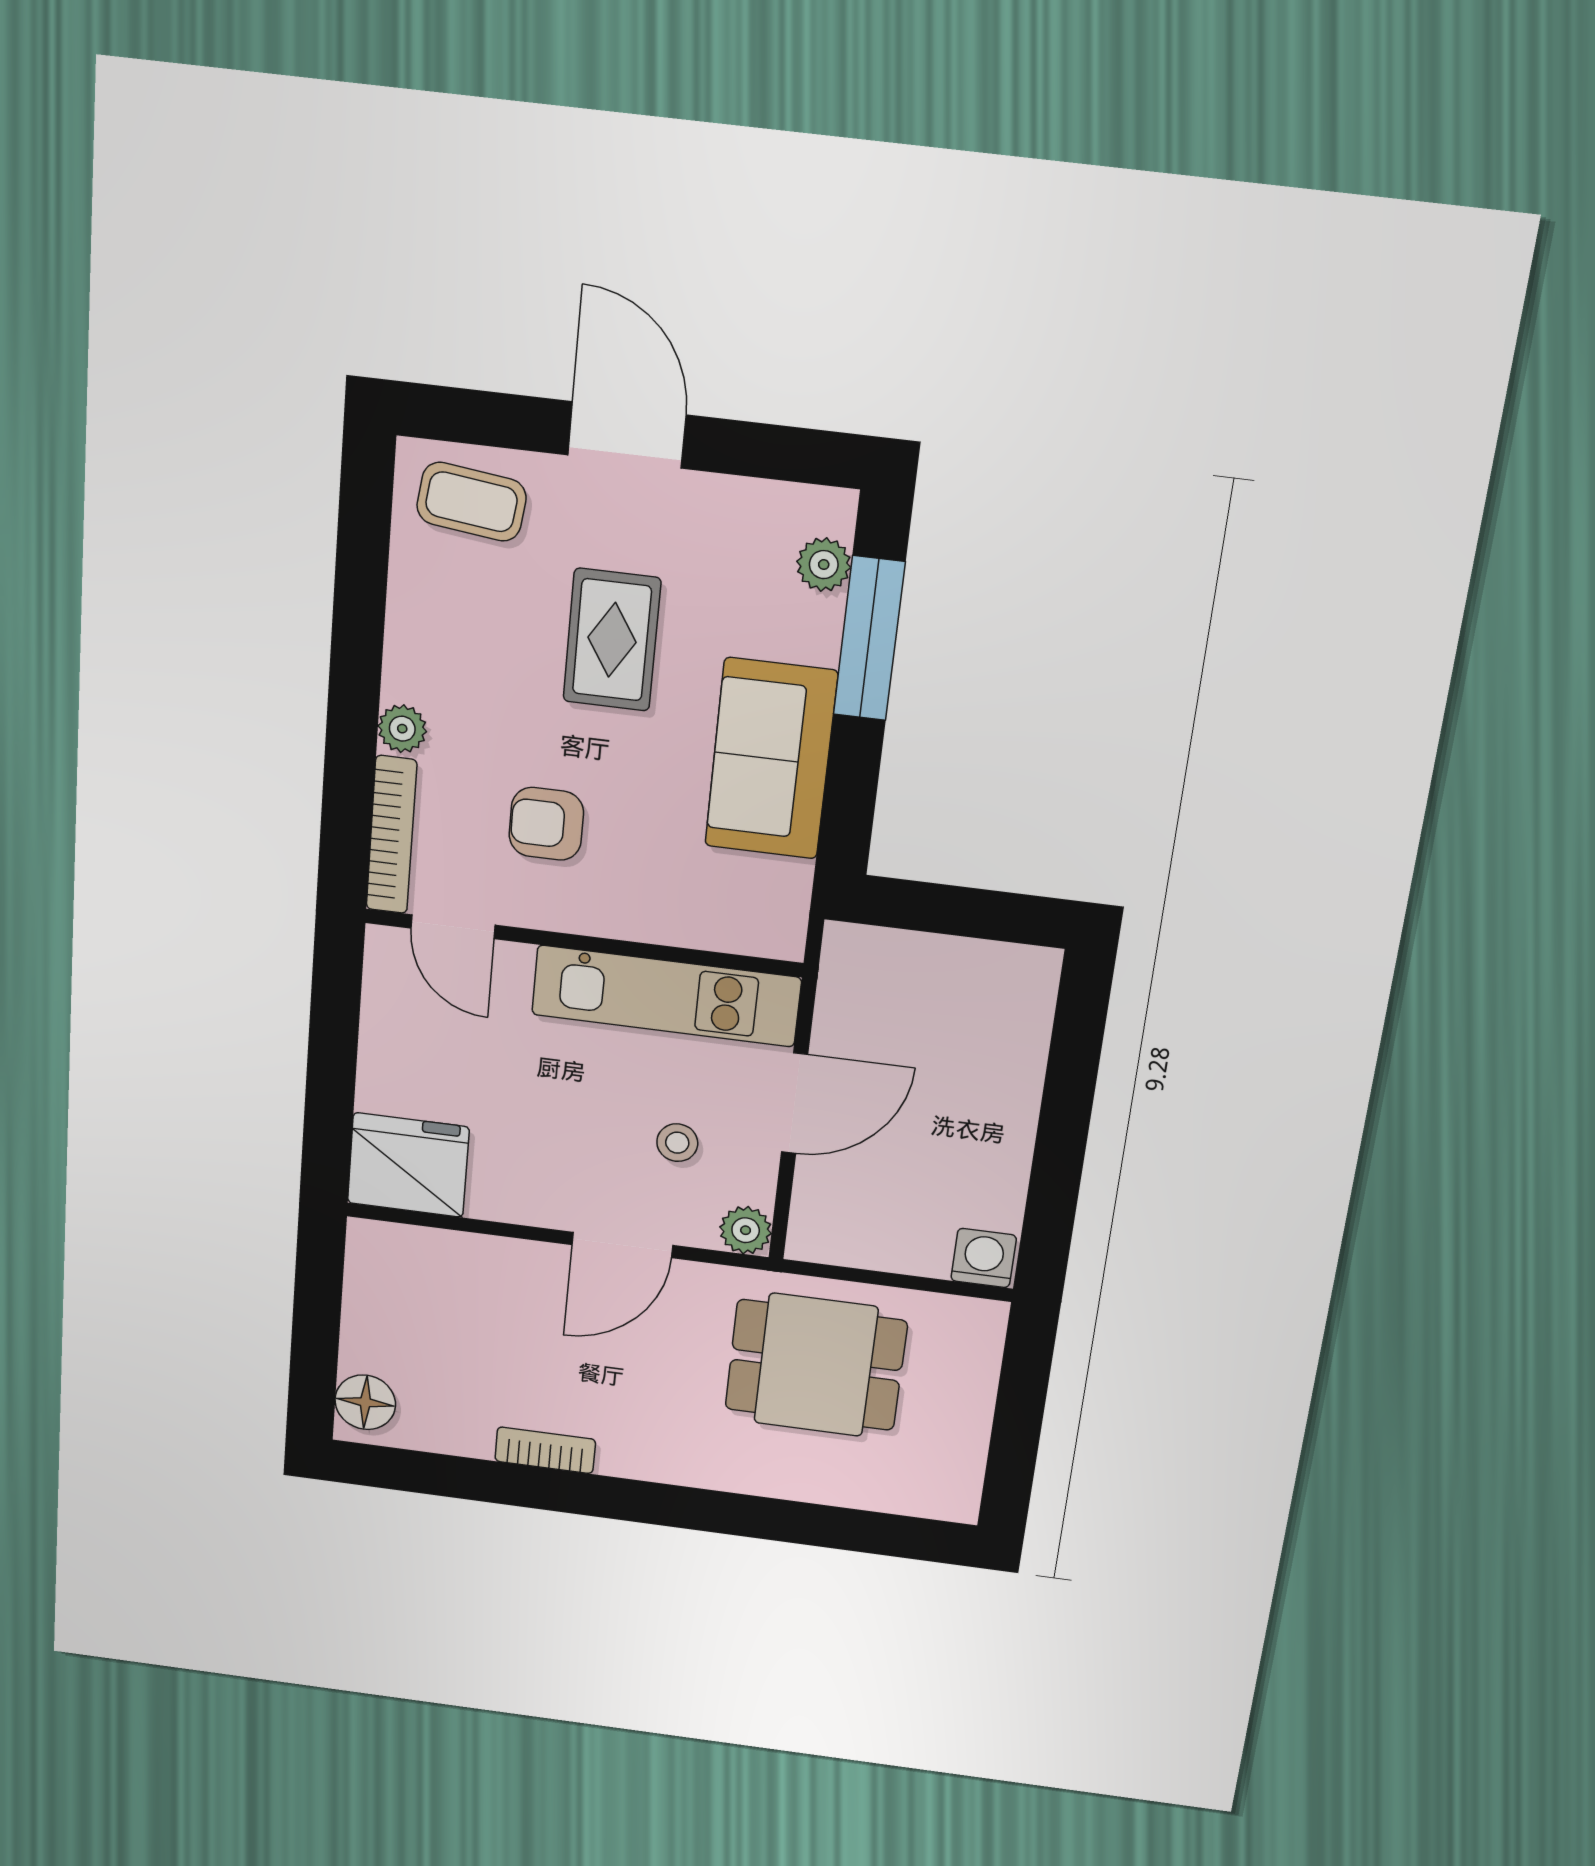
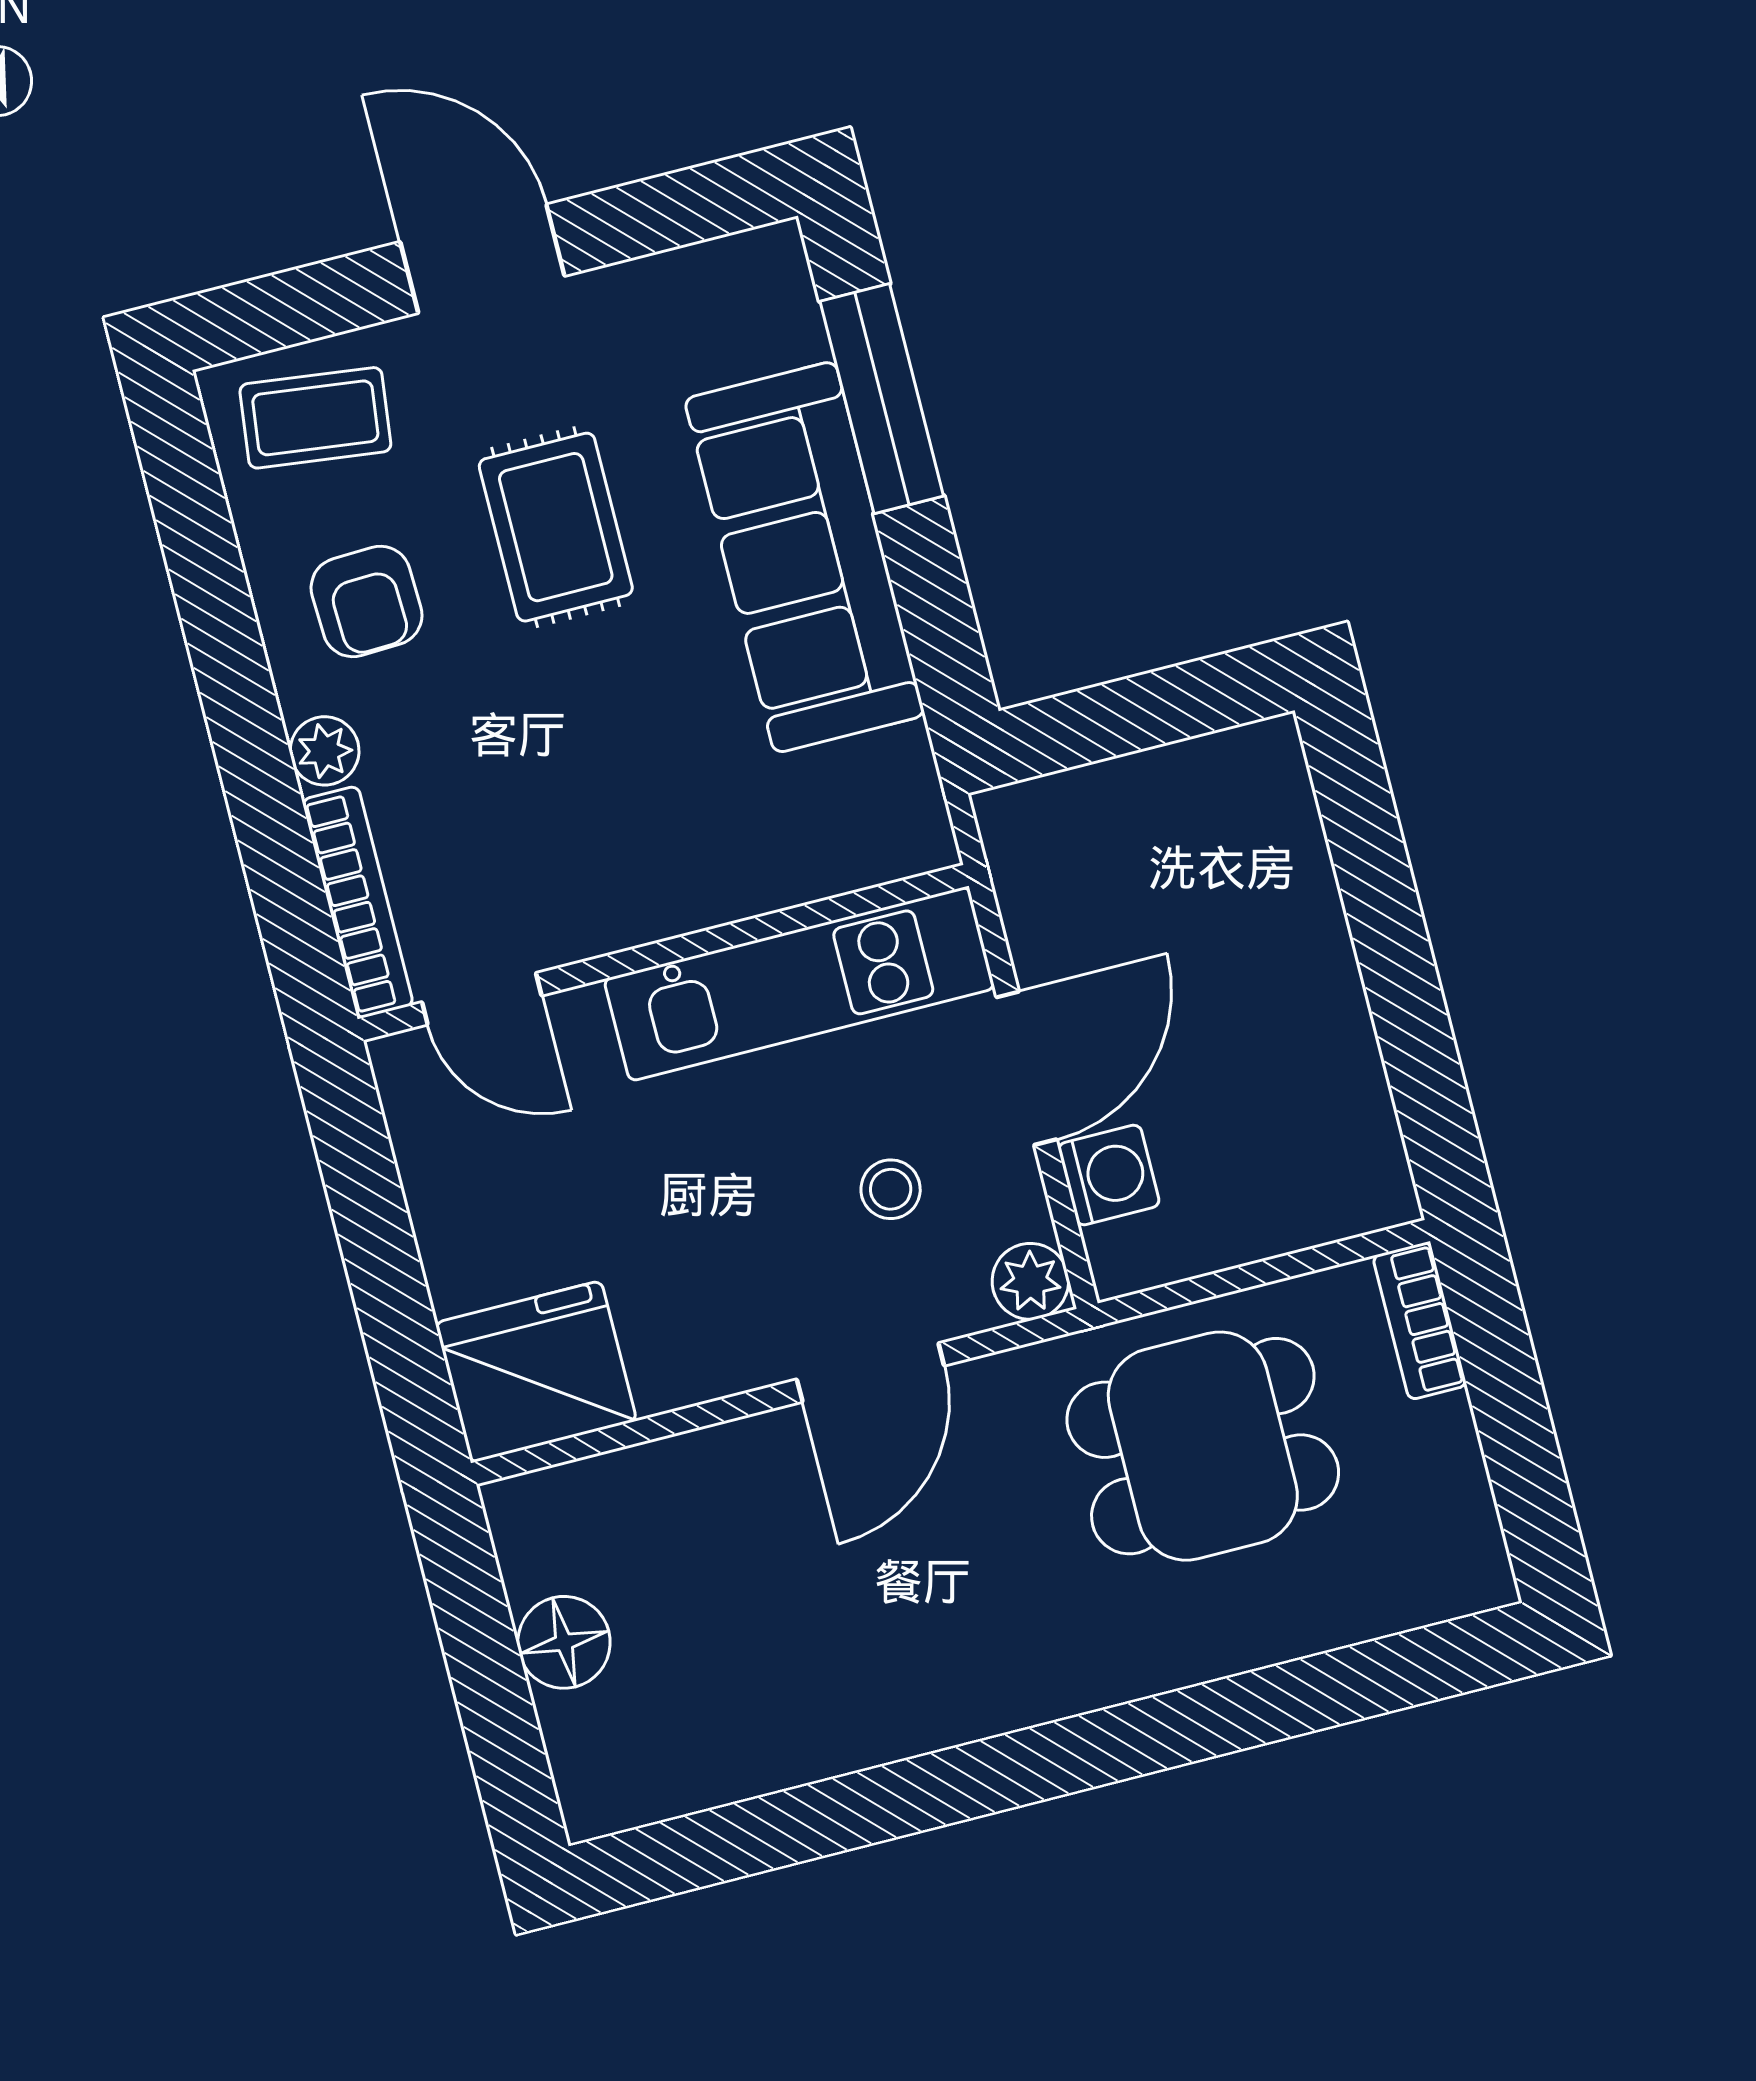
plant: (824, 565) -> (789, 327), removed
sofa: (771, 759) -> (805, 557), width x1.36
armchair: (546, 824) -> (367, 601), moved, turned -92
washing machine: (984, 1258) -> (1109, 1175), moved, turned 90
floor lamp: (365, 1402) -> (564, 1642), moved
bookcase: (545, 1450) -> (1420, 1321), moved, turned -90

